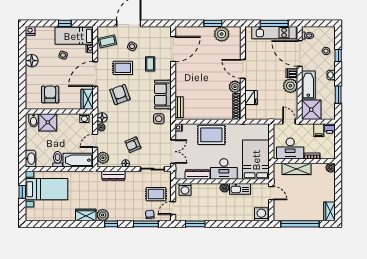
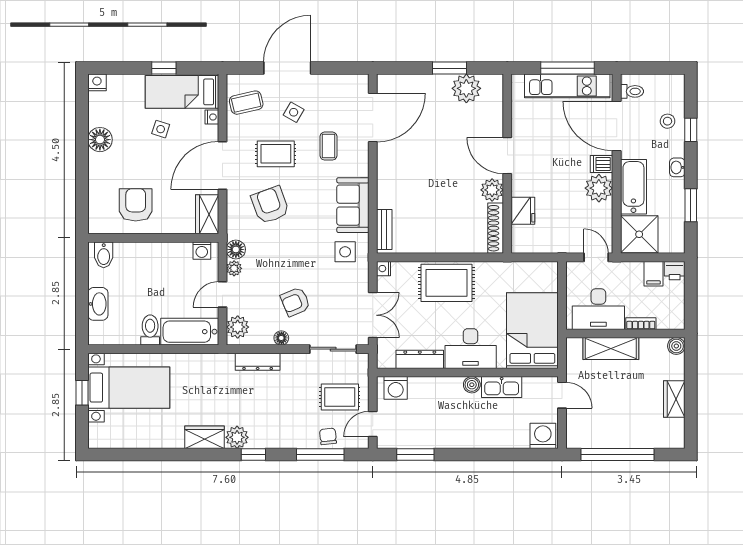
shower: (48, 122) -> (131, 259), removed
washbasin: (31, 159) -> (98, 304), moved
wardrobe: (329, 211) -> (674, 399), moved

